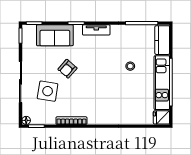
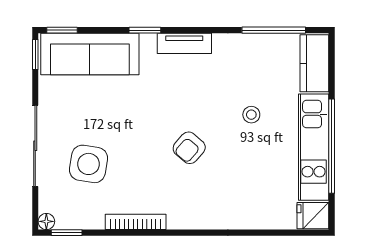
sofa: (55, 35) -> (90, 54), width x1.36
armchair: (67, 69) -> (189, 148), moved

